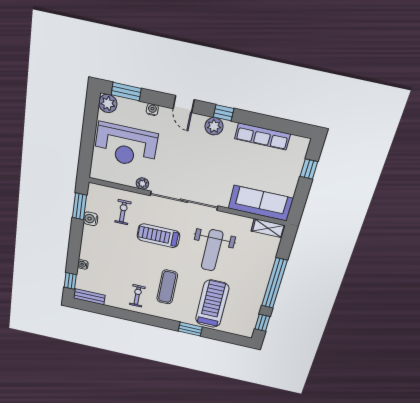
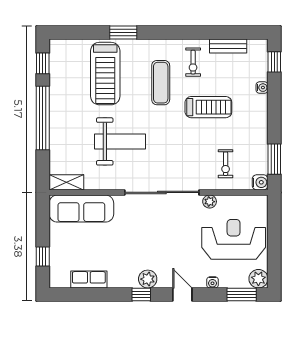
row of seats: (262, 136) -> (89, 279), width x0.68
water cooler: (91, 219) -> (260, 182), moved
treadmill: (158, 236) -> (208, 107), moved
weight bench: (212, 250) -> (120, 141), turned 90
bench: (89, 297) -> (228, 46), moved

